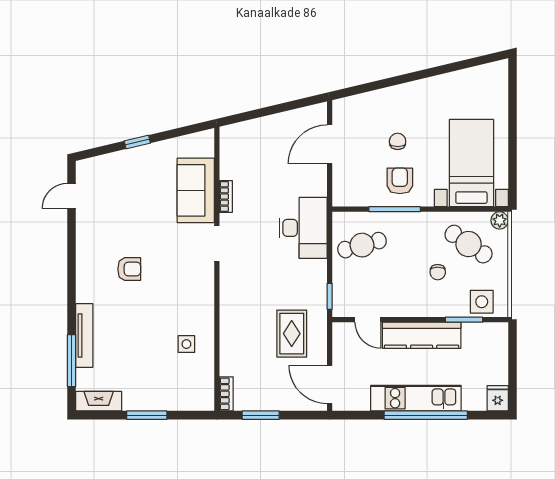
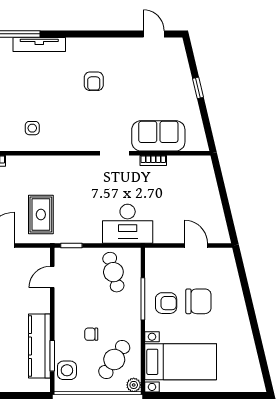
chair: (398, 141) -> (198, 301), width x1.87, depth x1.87
door: (330, 144) -> (196, 245), width x0.73
rug: (292, 334) -> (41, 215), turned 90
kitchen counter: (422, 335) -> (39, 346), moved

